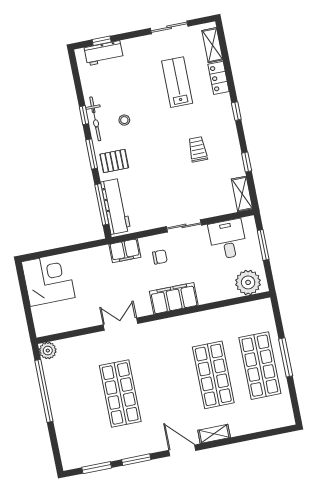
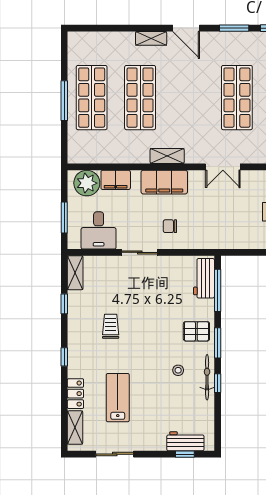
lab bench: (177, 82) -> (118, 398), turned 180
trolley: (198, 149) -> (111, 326), turned 180
workbench: (116, 206) -> (204, 278), width x0.73
filing cabinet: (125, 251) -> (116, 180), moved, turned 180
shelving: (176, 324) -> (167, 156), added

